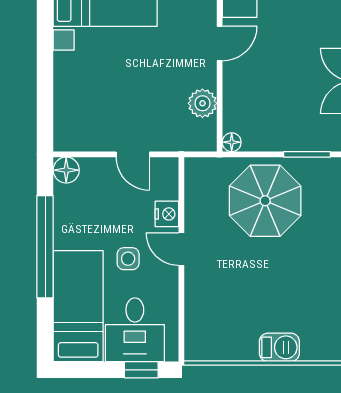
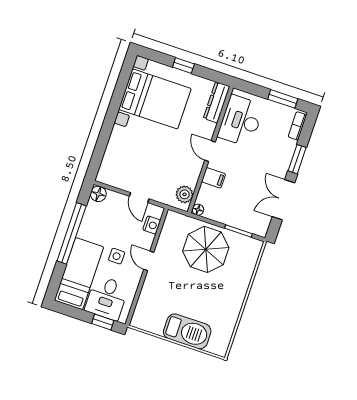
door: (220, 44) -> (210, 151), swing flipped
filing cabinet: (239, 84) -> (214, 178), added
plant: (202, 103) -> (185, 194), moved
nightstand: (167, 214) -> (152, 225), moved
barbecue: (279, 347) -> (187, 331), width x1.88, depth x1.53

